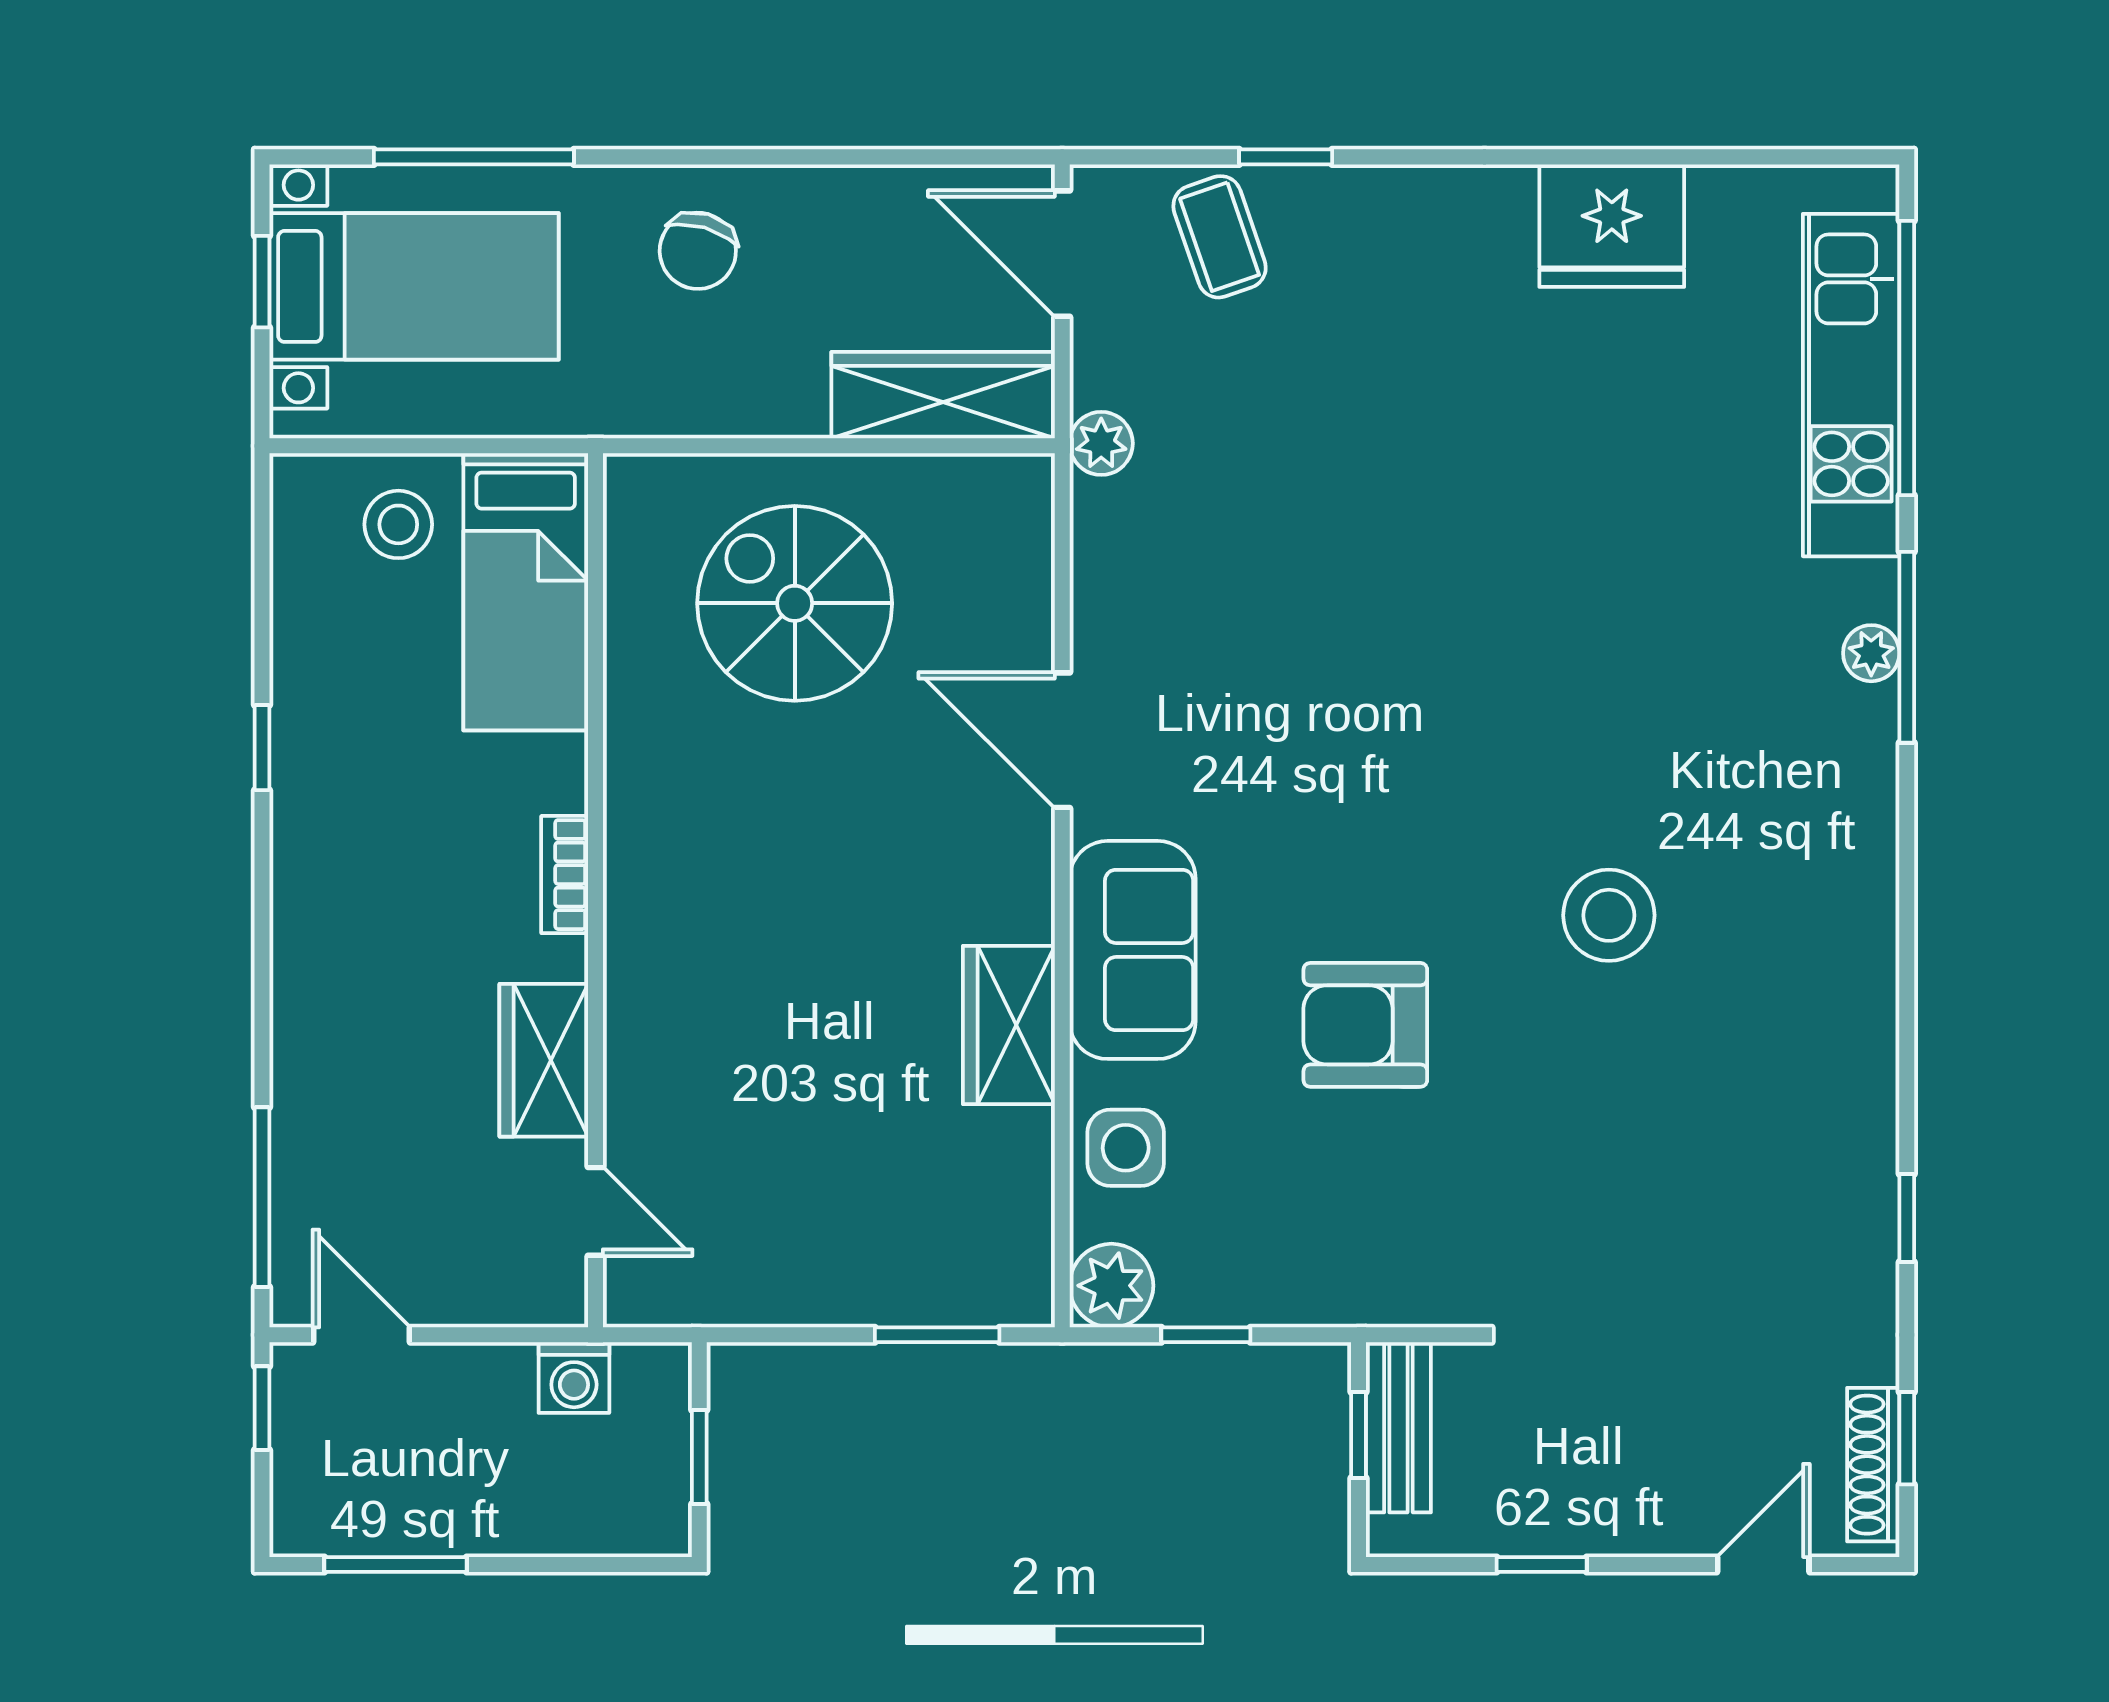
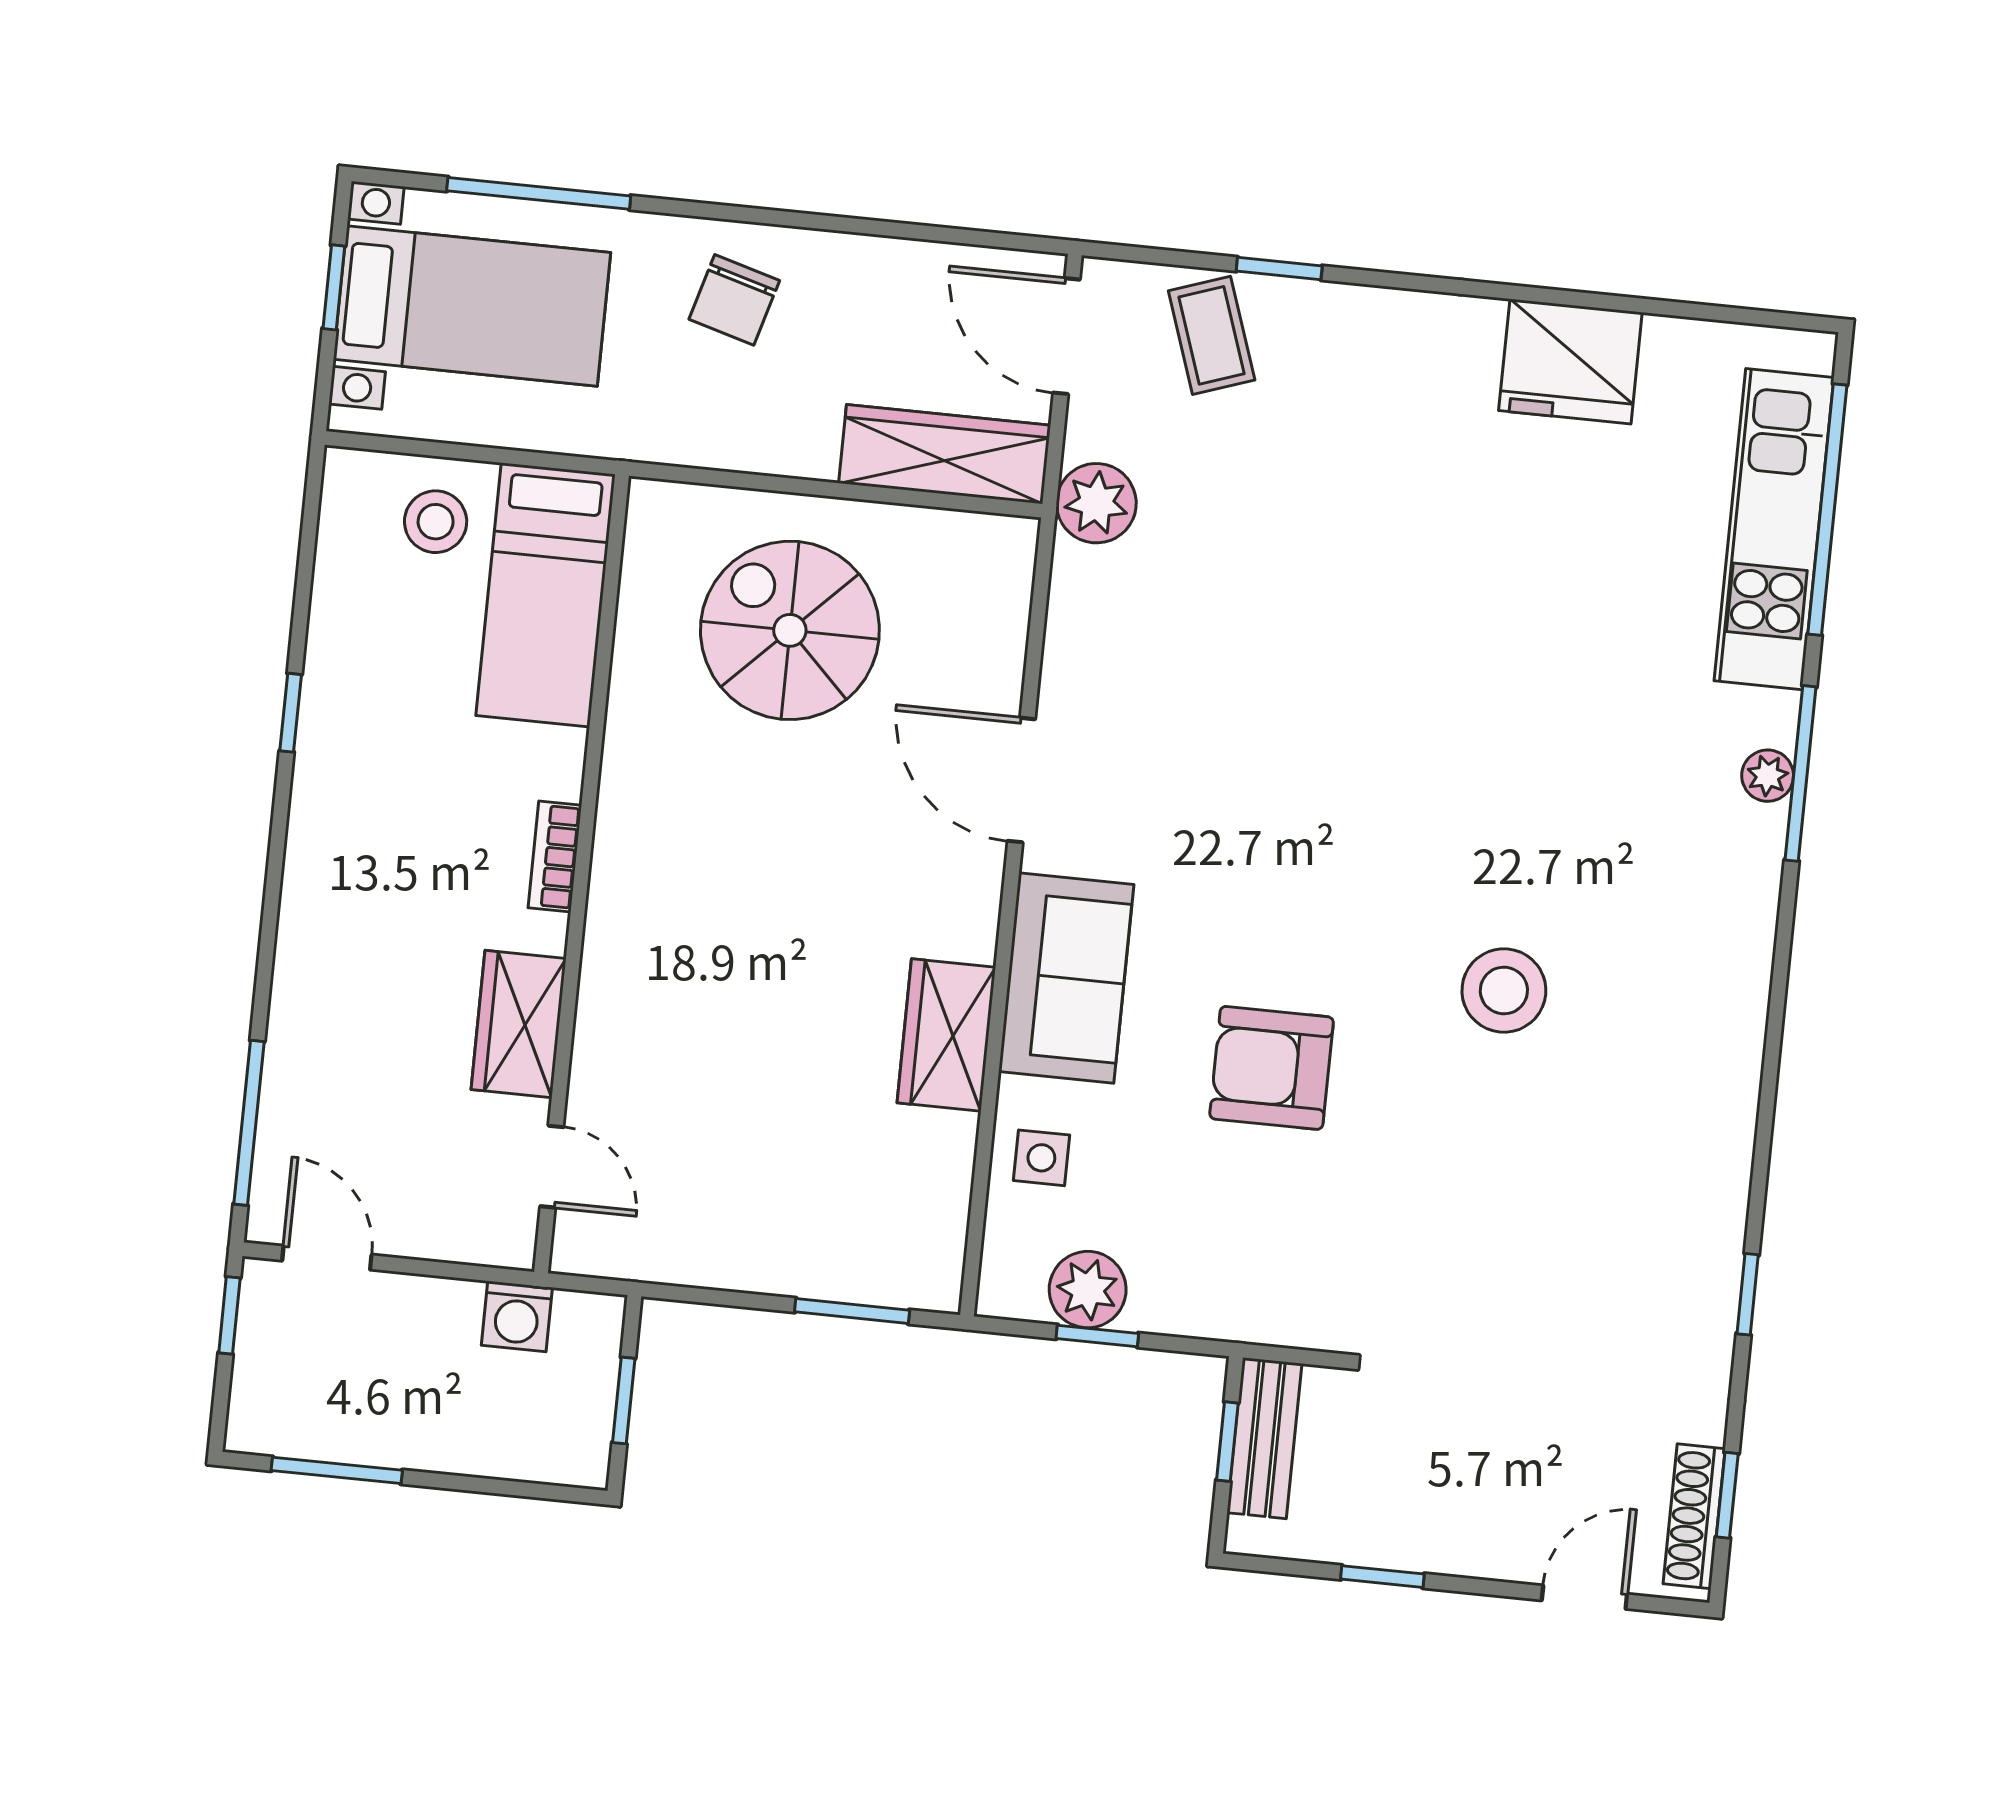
plant: (1101, 443) -> (1096, 503), width x1.38, depth x1.38
side table: (1126, 1148) -> (1041, 1158), width x0.73, depth x0.73
plant: (1111, 1286) -> (1088, 1290), moved

